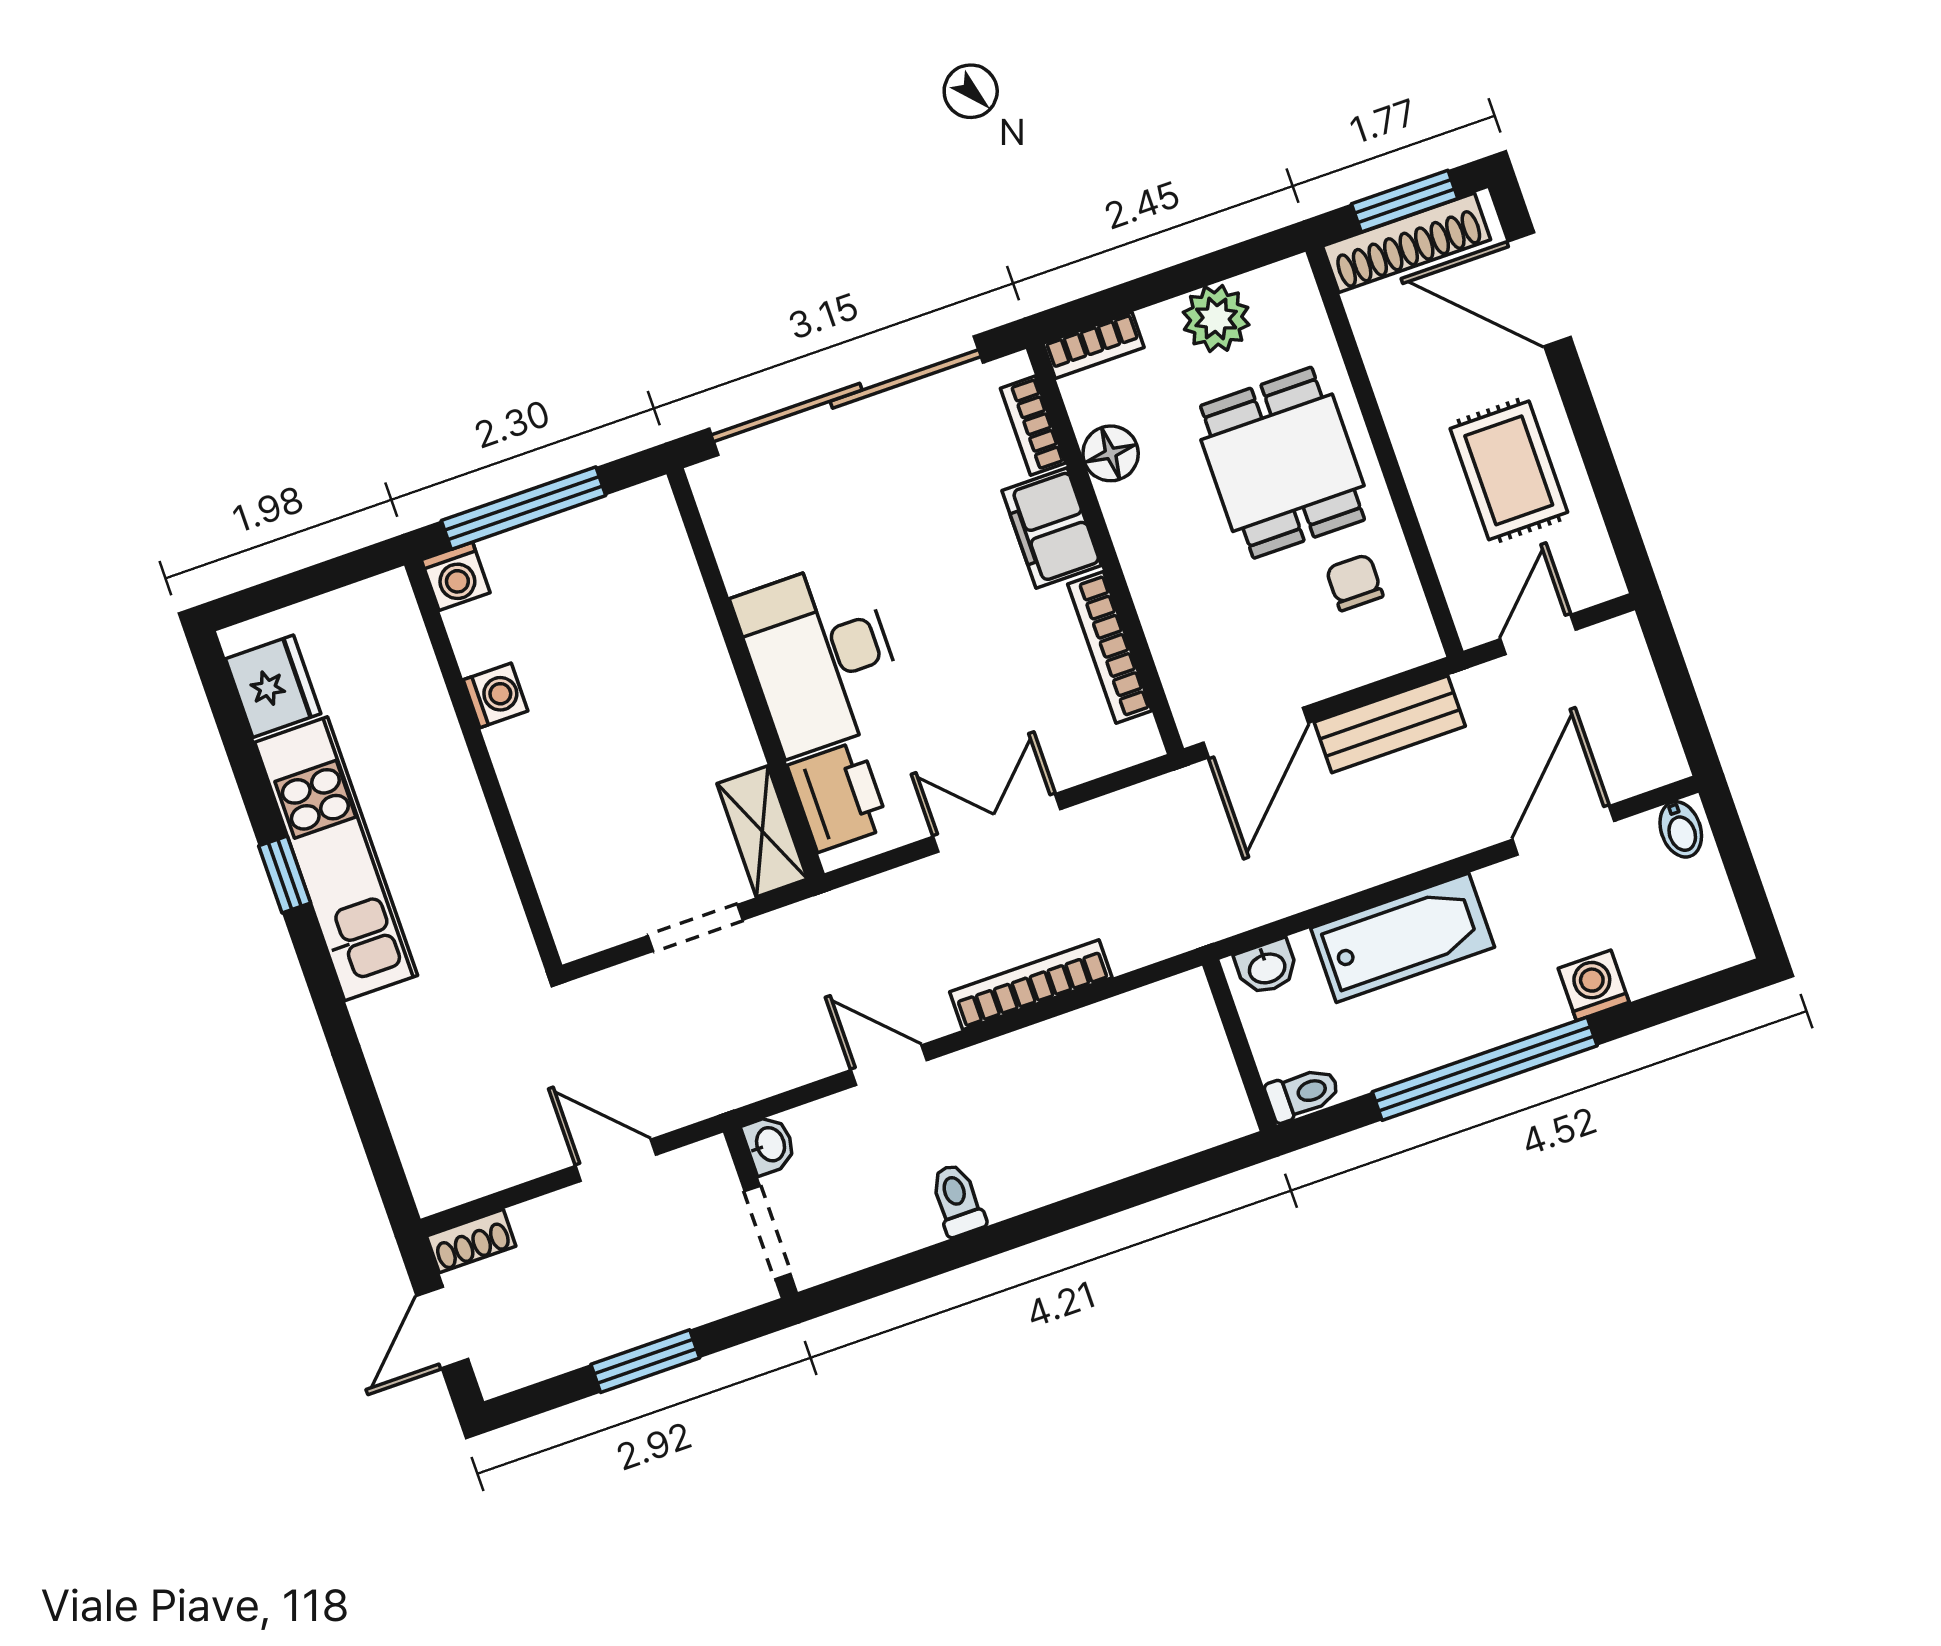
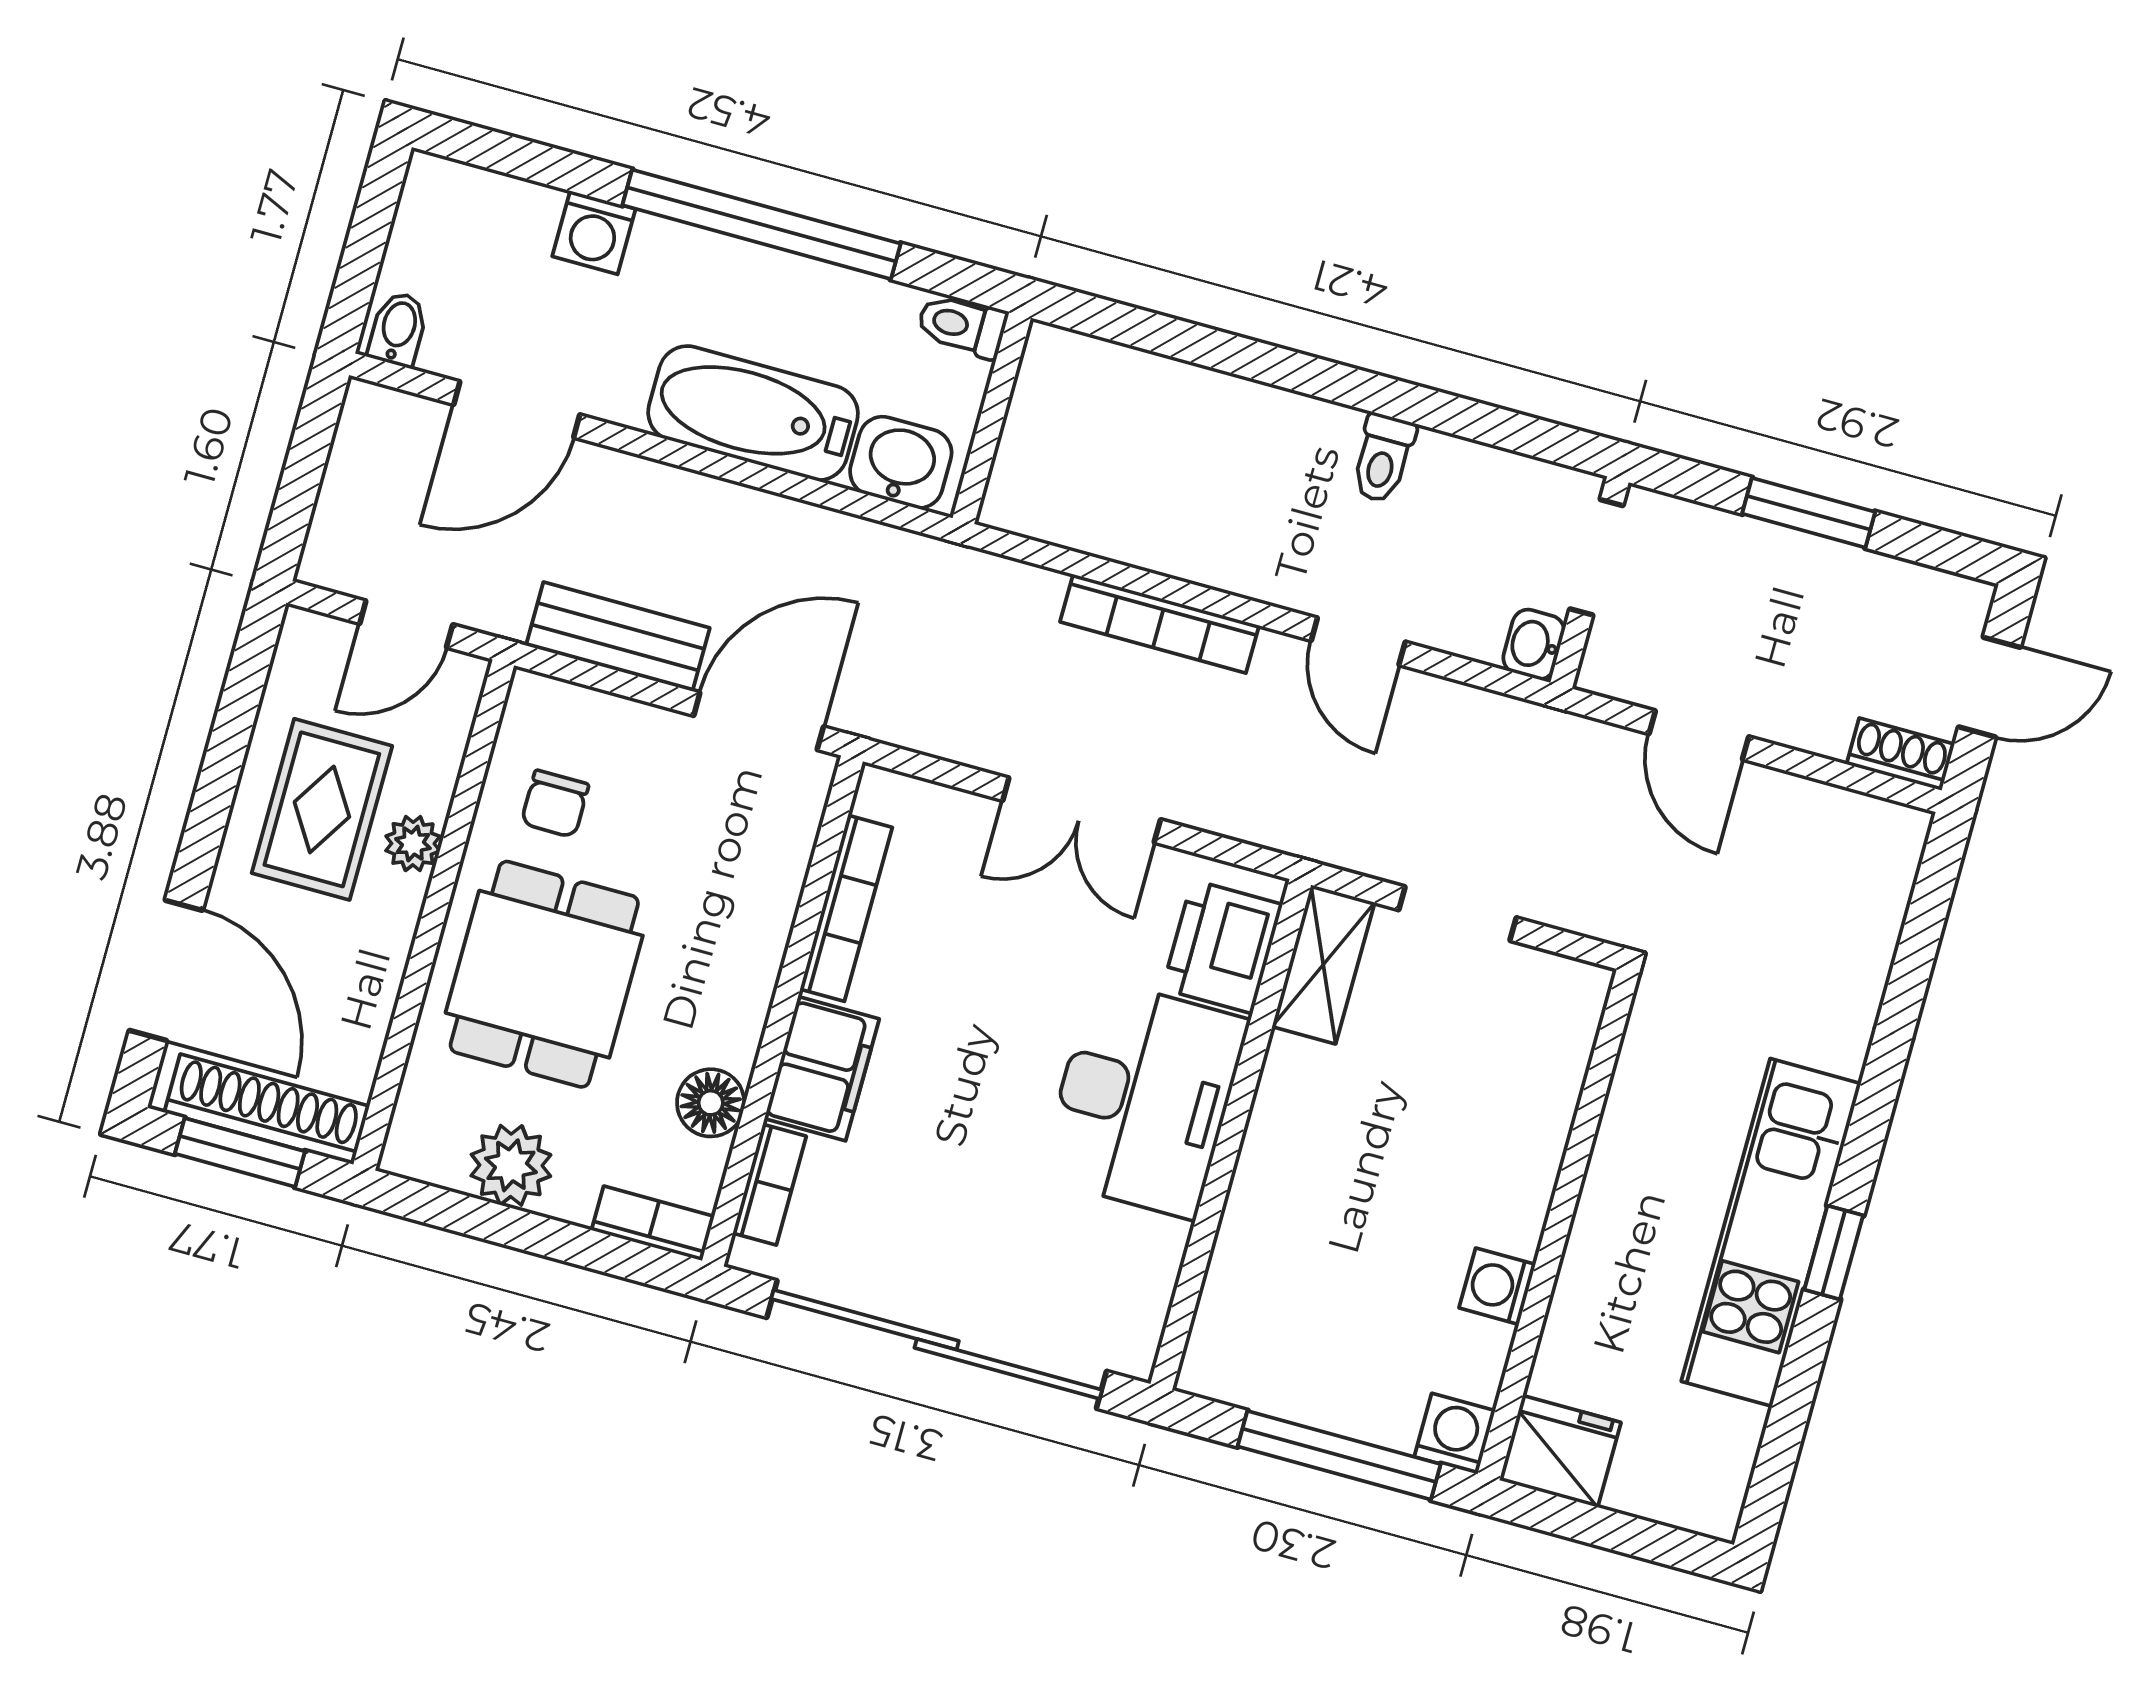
plant: (1432, 490) -> (413, 844), added
fridge: (273, 686) -> (1560, 1451), moved, turned 90
washbasin: (1267, 967) -> (901, 462), width x1.38, depth x1.45

